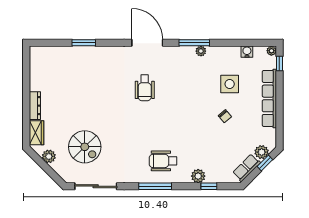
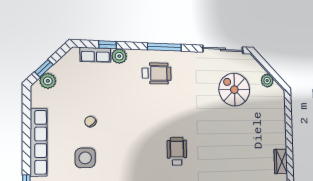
dresser: (35, 106) -> (281, 131), removed
wardrobe: (36, 133) -> (281, 161), moved
row of seats: (247, 168) -> (95, 55), moved, turned 45

